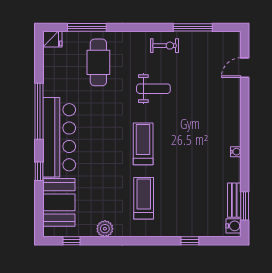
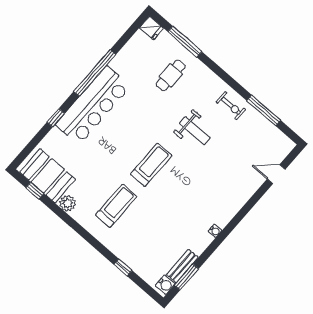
cafe table: (98, 62) -> (171, 75), width x0.73, depth x0.74
booth: (59, 202) -> (48, 176), moved, turned 90

